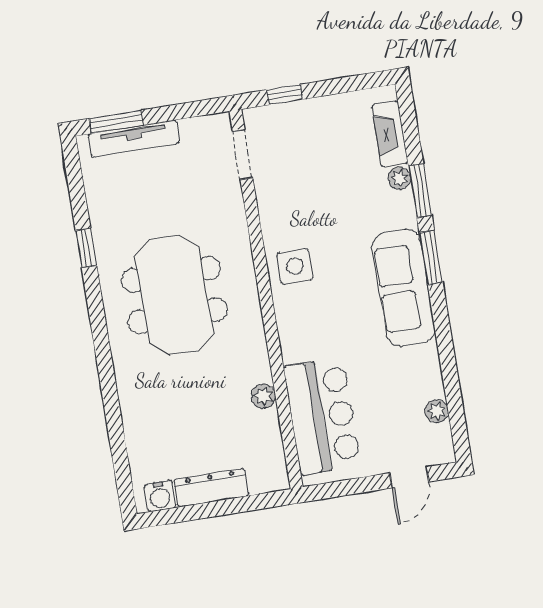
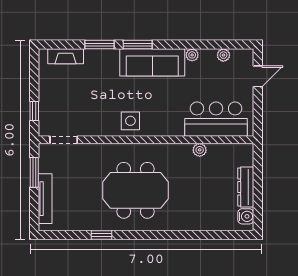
window: (116, 122) -> (34, 172), moved
plant: (399, 178) -> (192, 55), moved
door: (409, 477) -> (258, 76), hinge flipped

